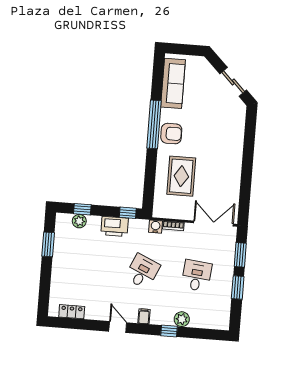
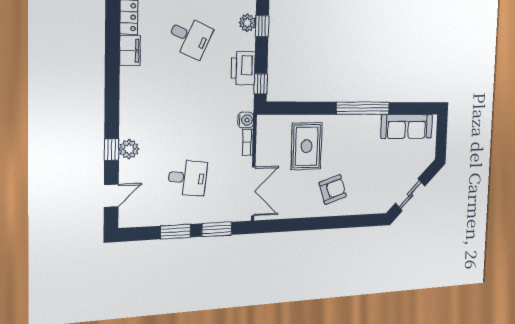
armchair: (171, 134) -> (333, 189), moved, turned -108
rug: (181, 176) -> (307, 146), turned 90
desk: (142, 271) -> (190, 37), moved
filing cabinet: (144, 316) -> (130, 51), moved, width x2.00
plant: (182, 319) -> (129, 149), moved
door: (118, 327) -> (111, 196), moved

